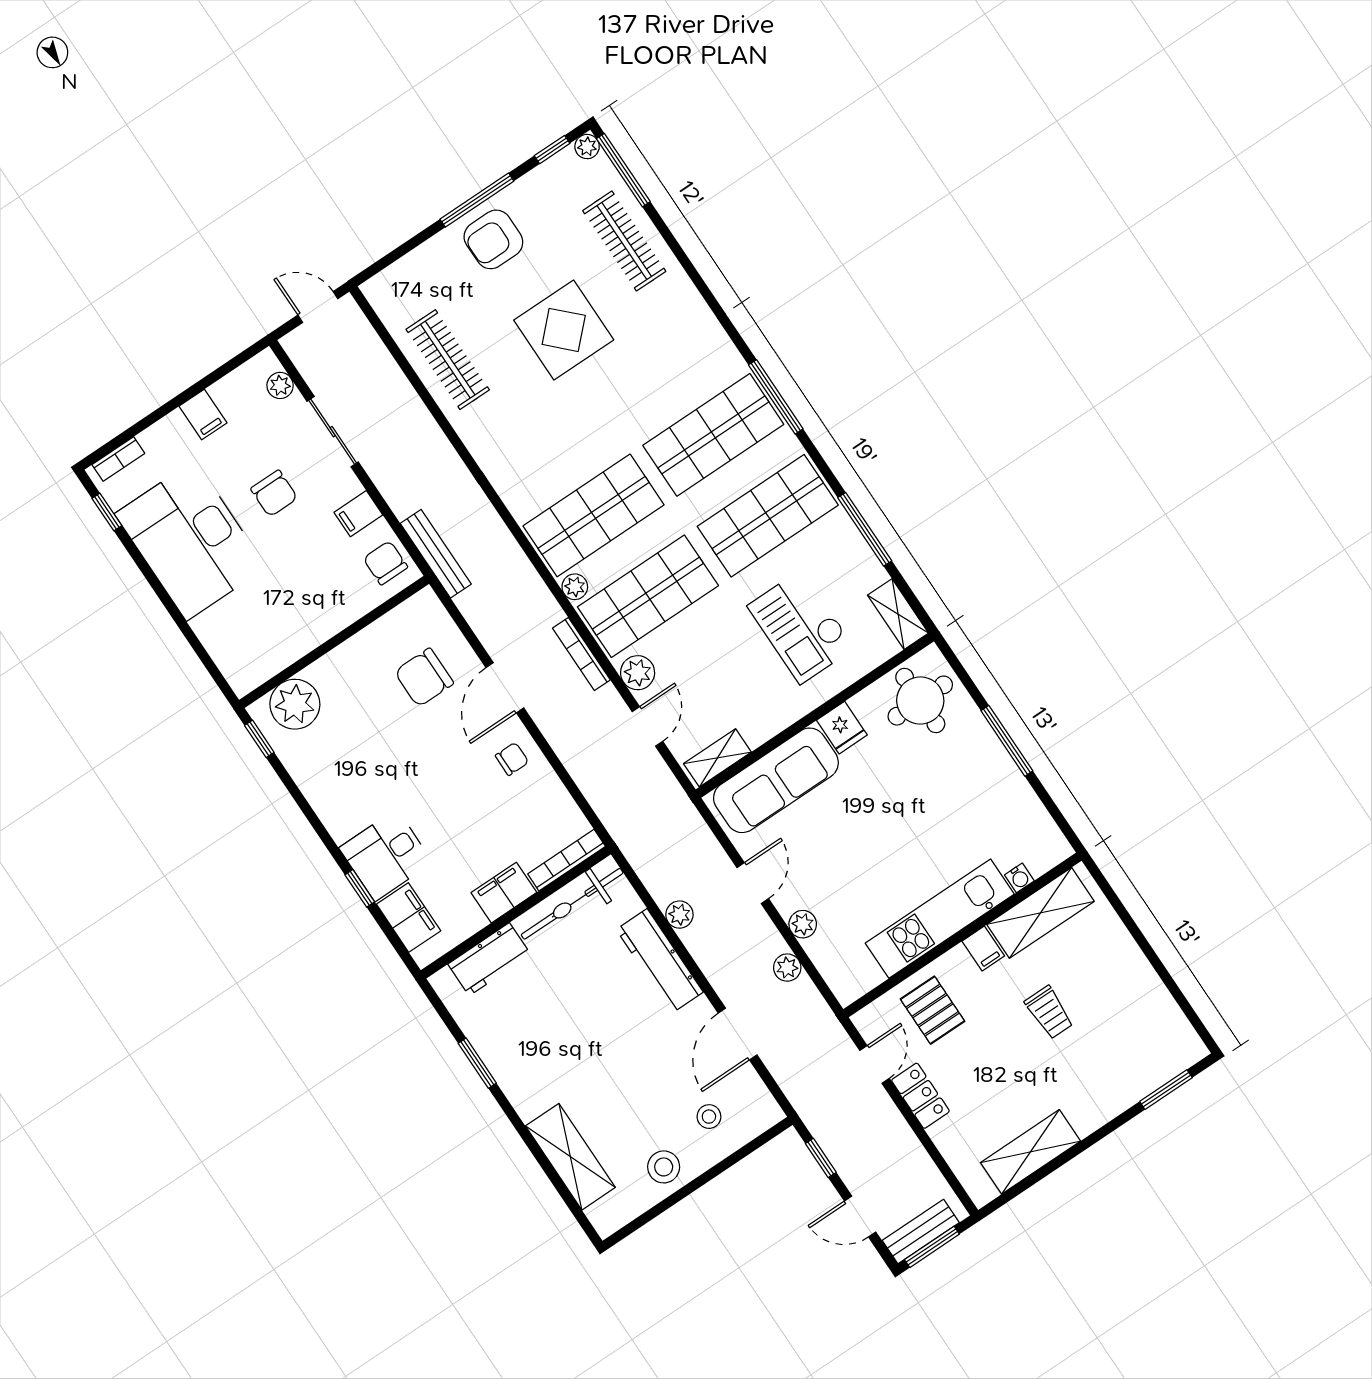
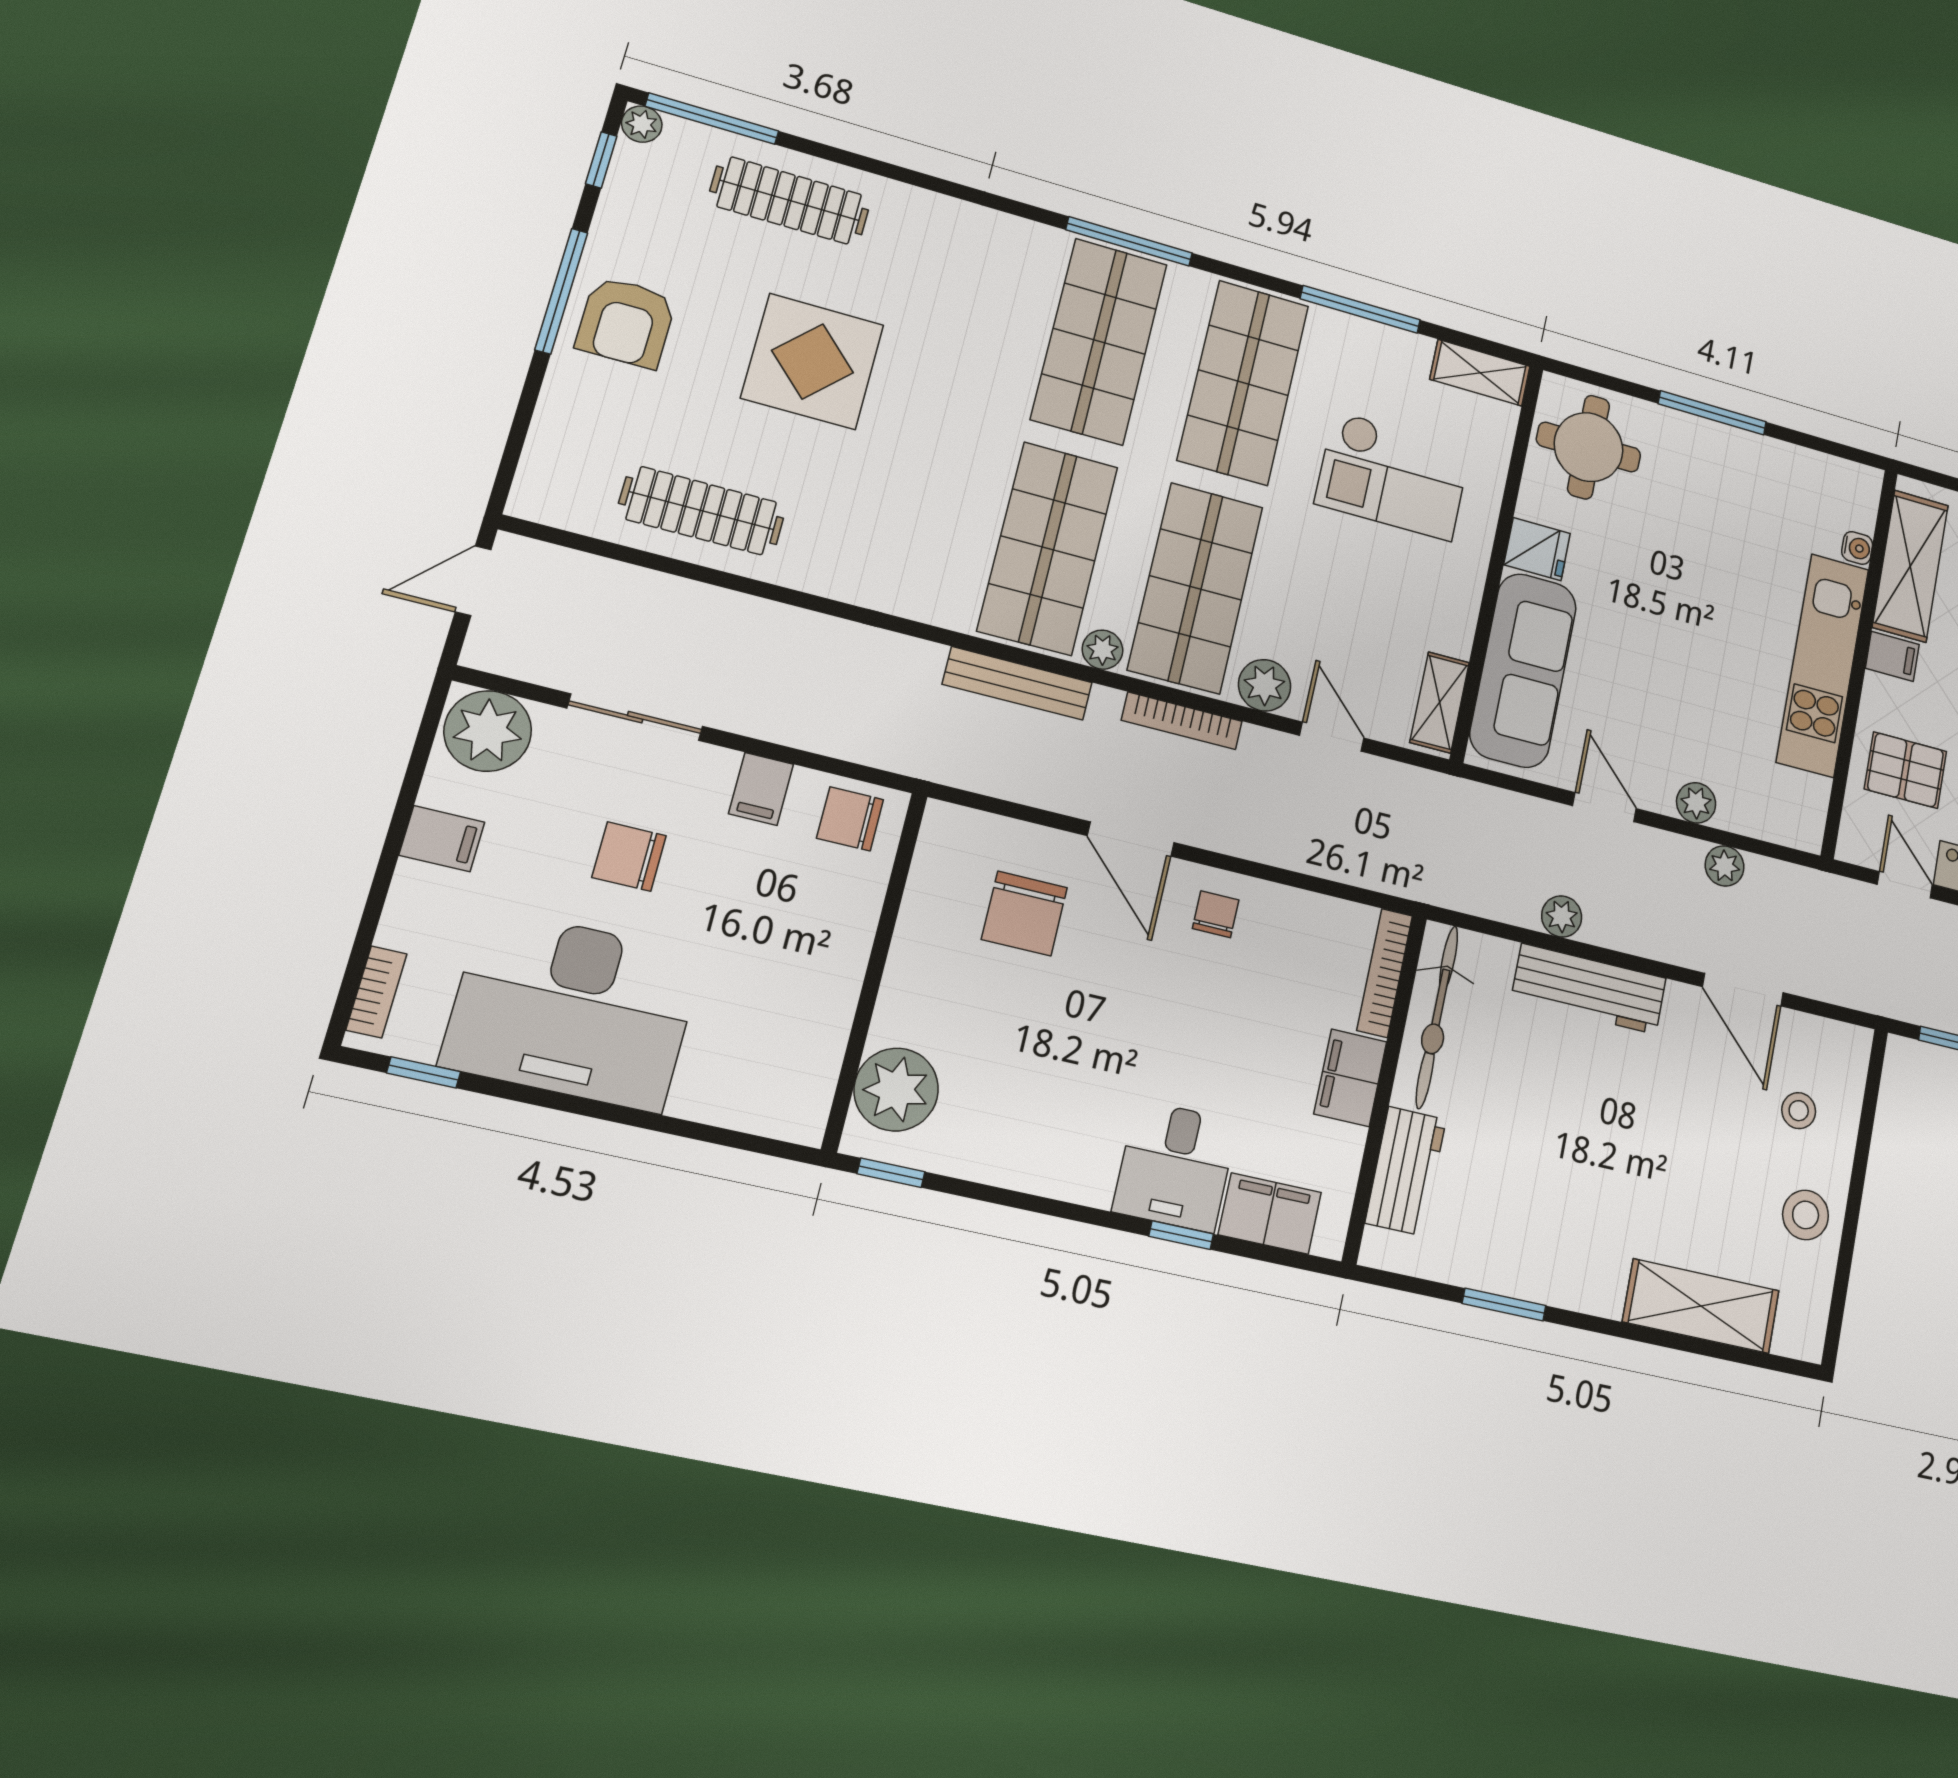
plant: (280, 385) -> (488, 731), width x1.88, depth x1.88
chair: (274, 493) -> (629, 857), turned 180
bench: (436, 554) -> (1017, 683), moved

